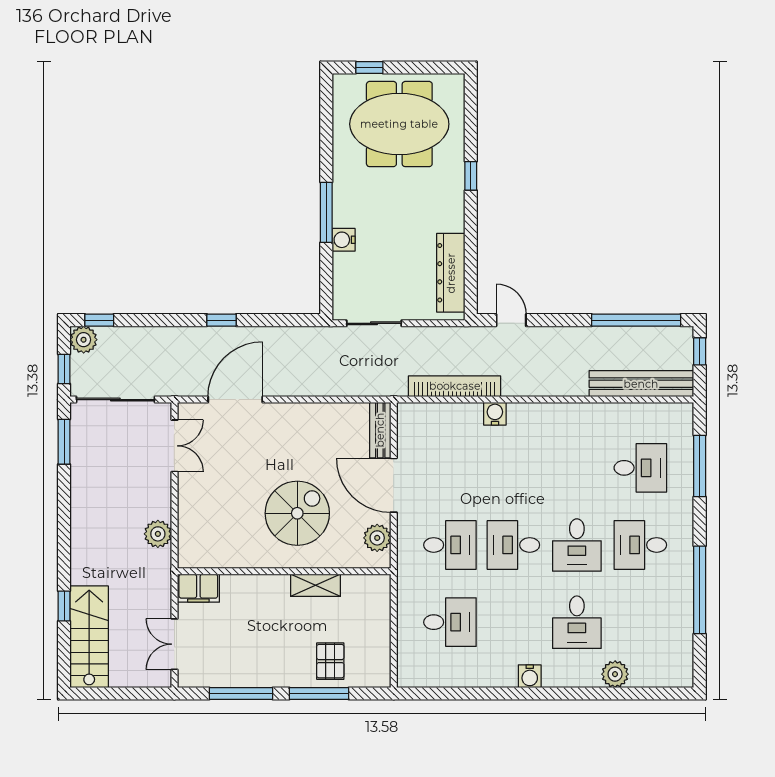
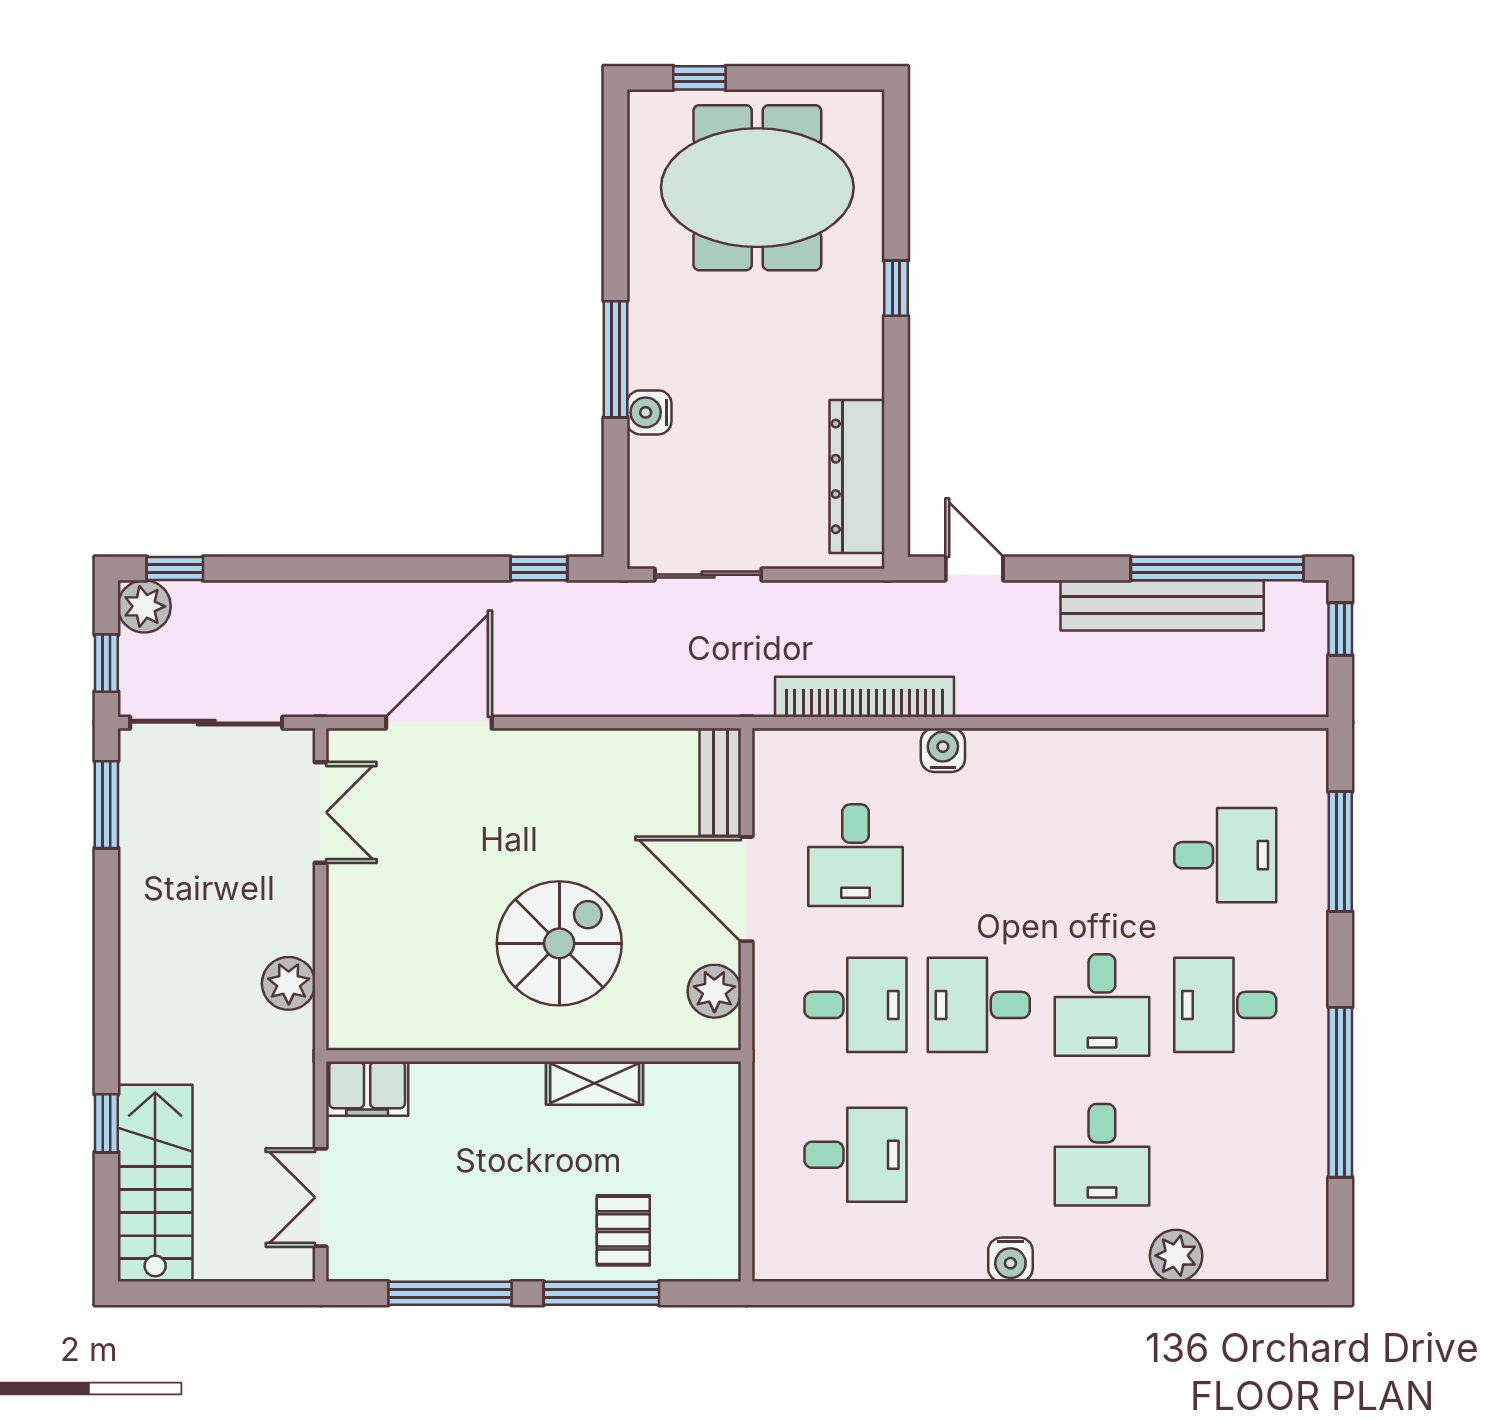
window: (221, 320) -> (539, 569), moved
bench: (641, 384) -> (1162, 605), moved
desk: (450, 468) -> (855, 855), added

